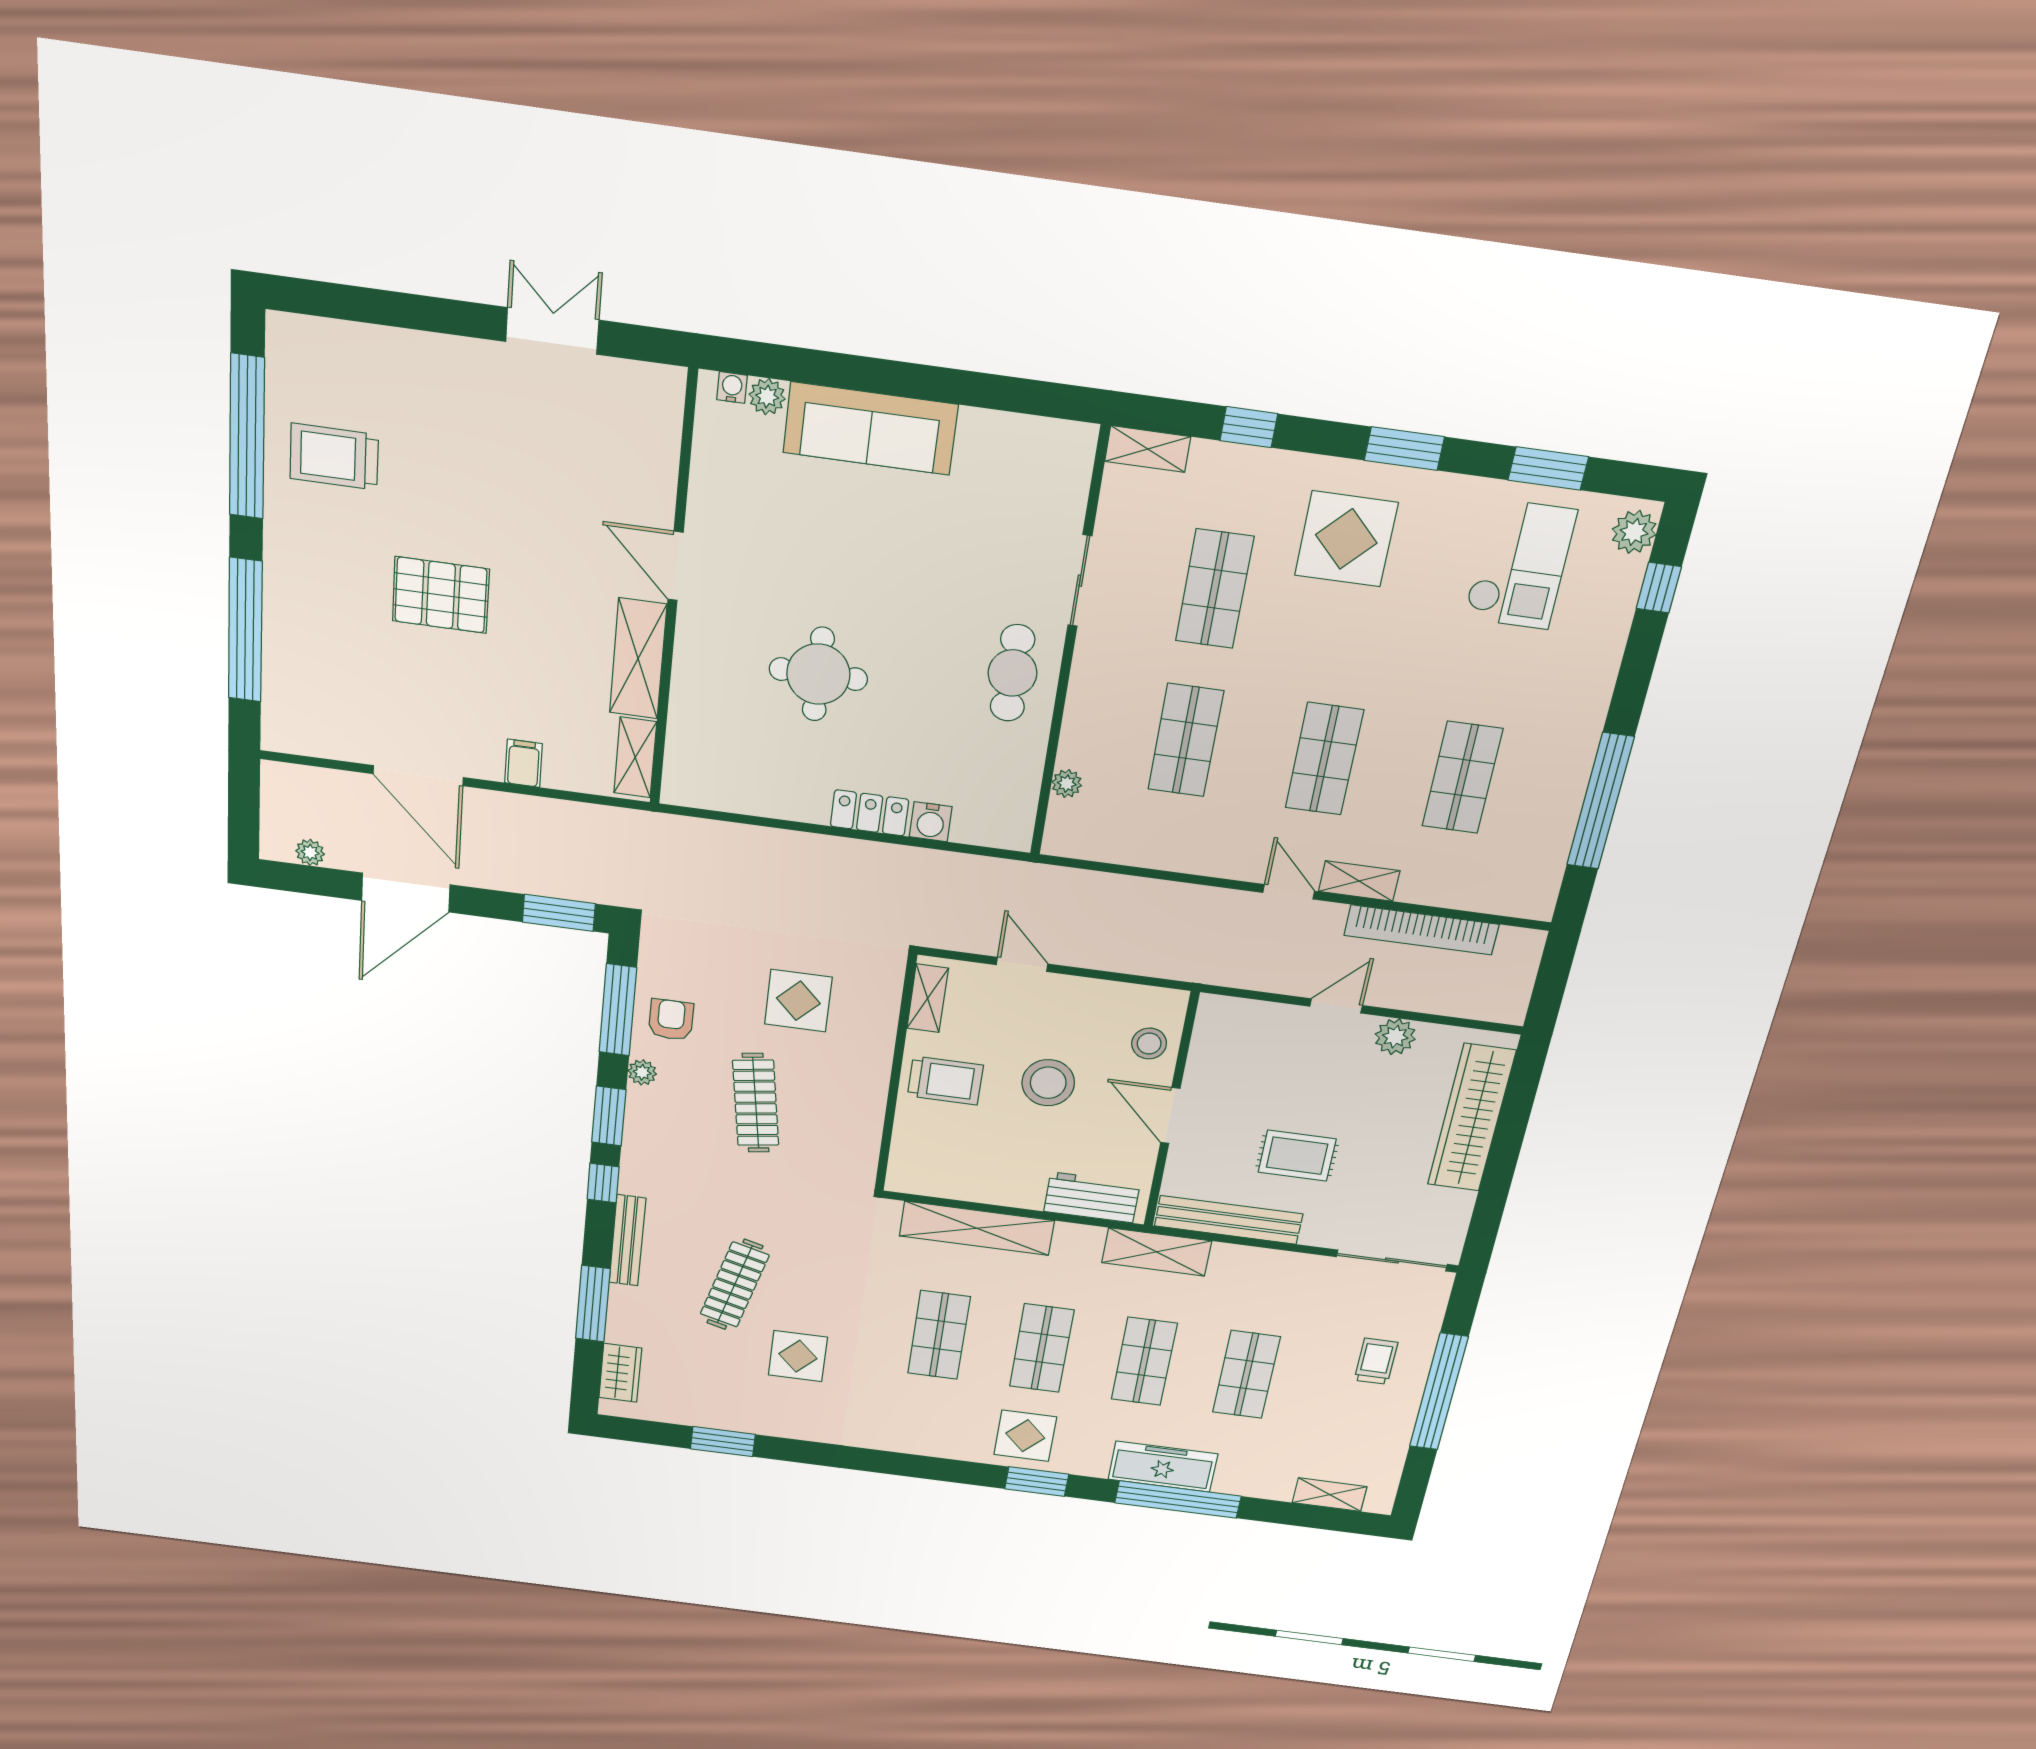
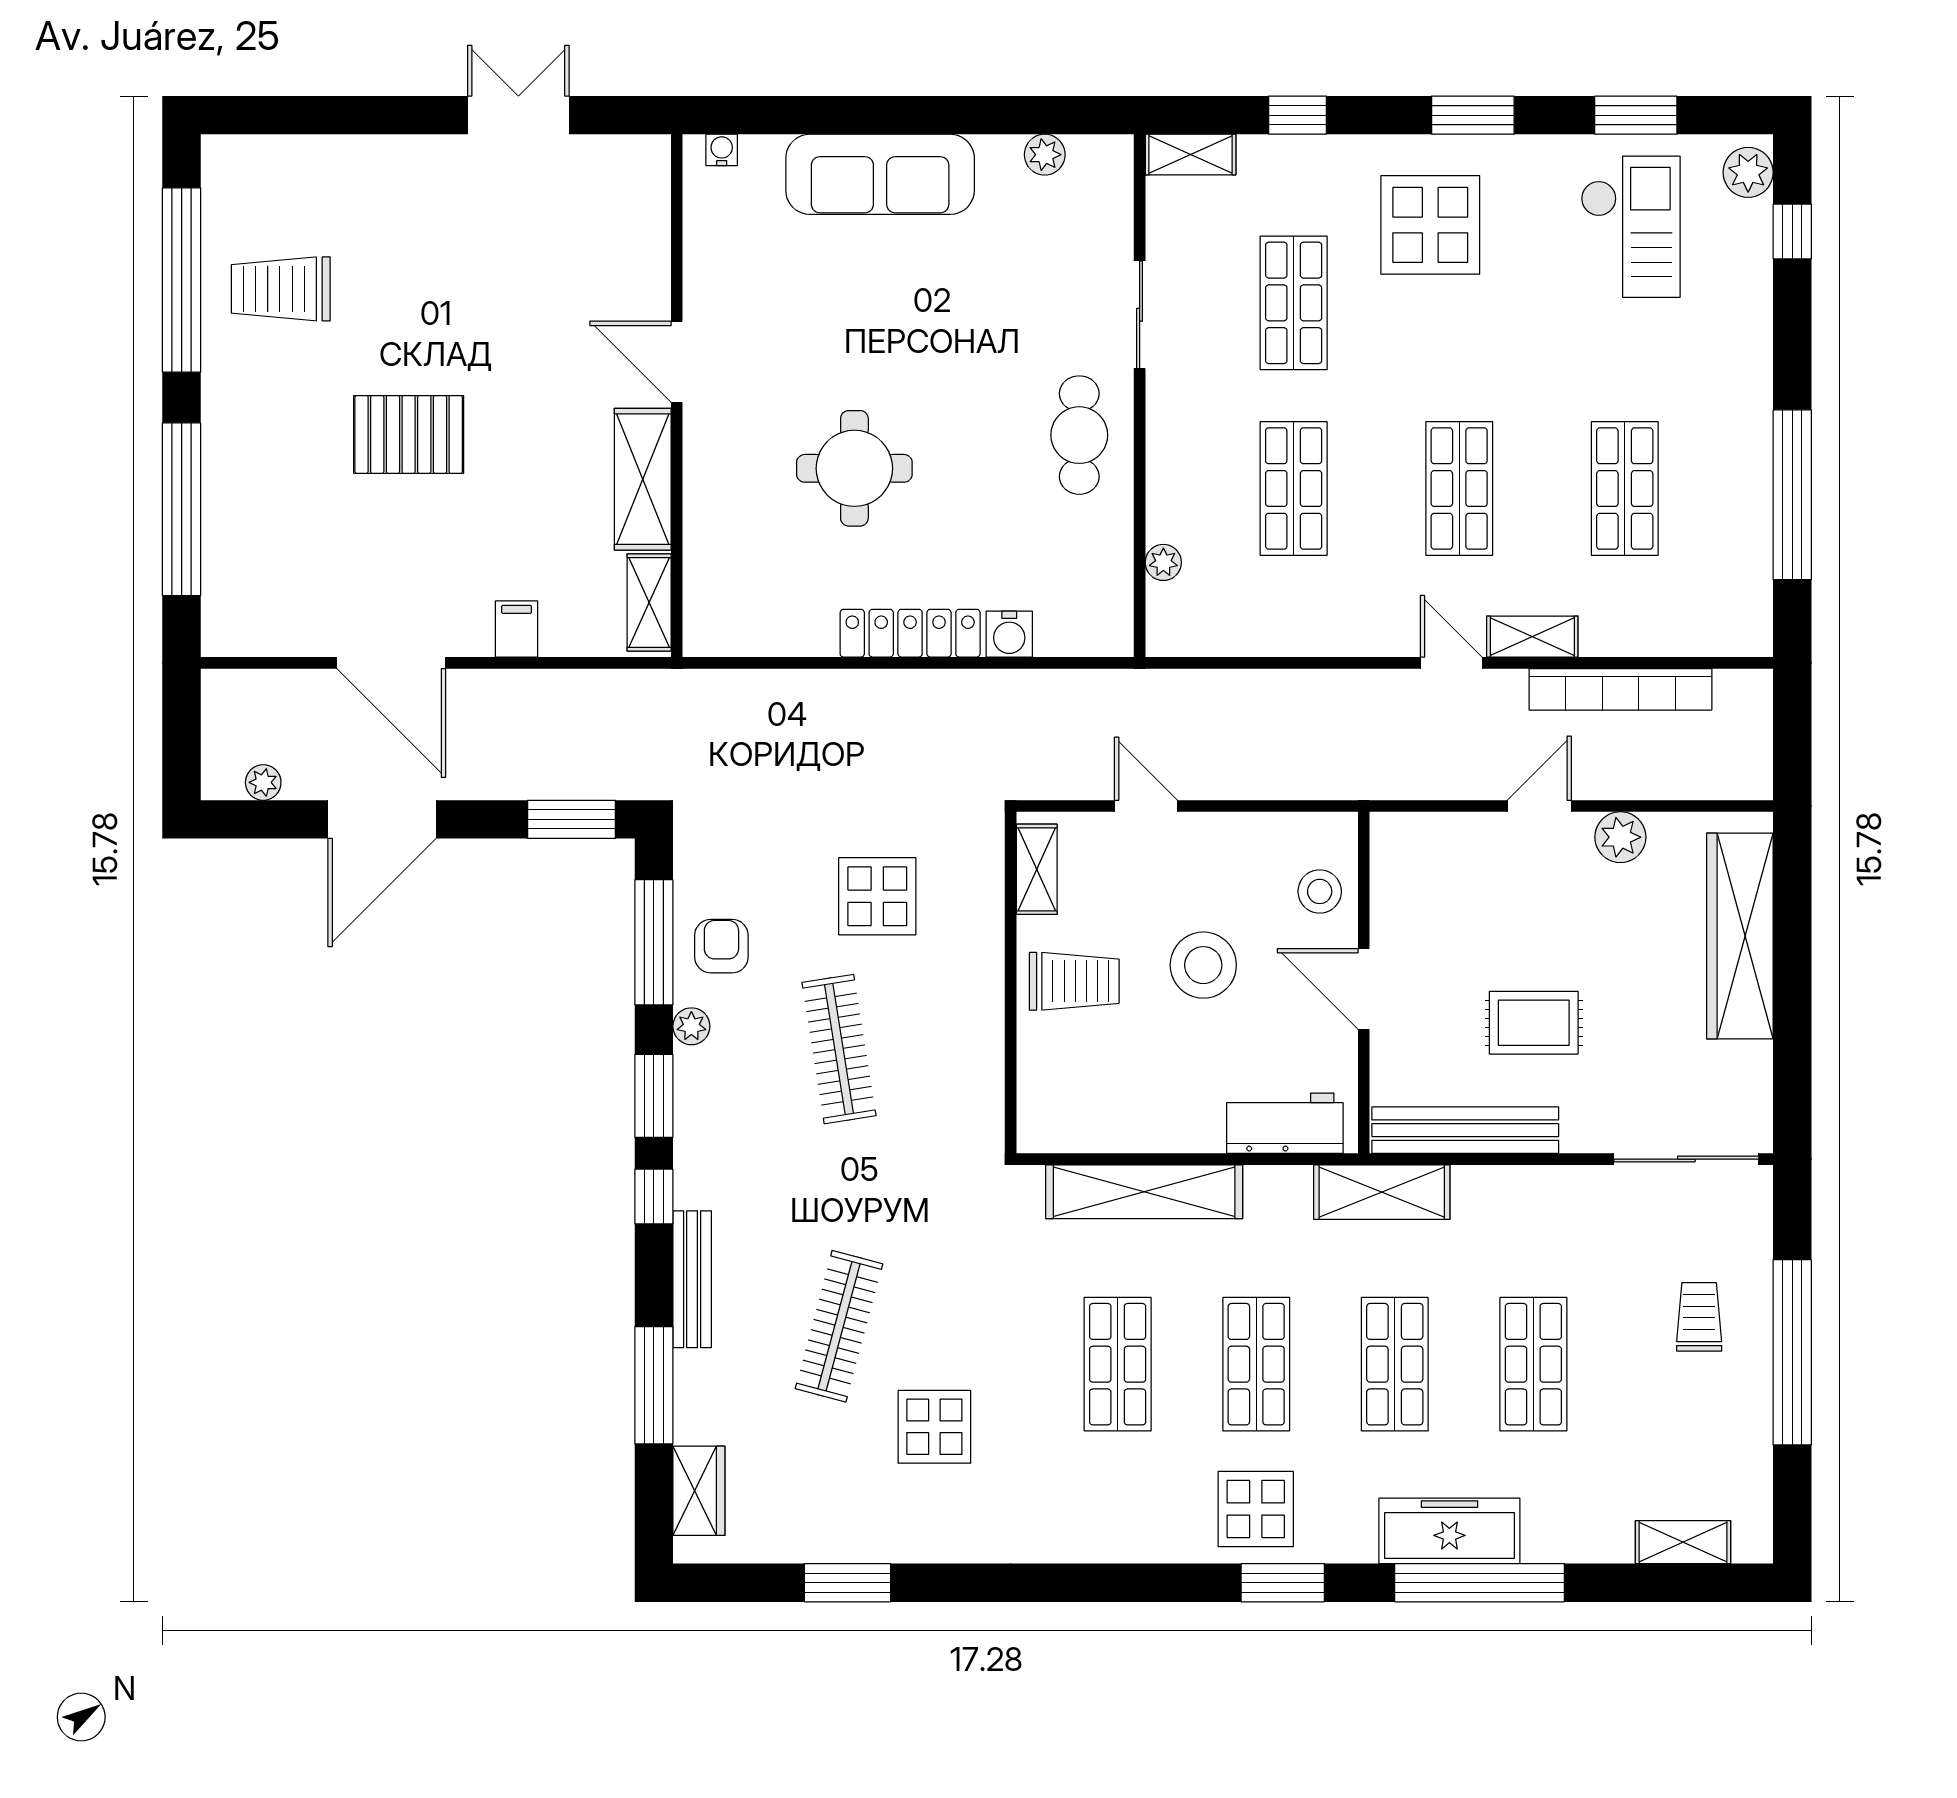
plant: (767, 397) -> (1045, 155), moved
locker: (870, 813) -> (910, 633), width x1.53

